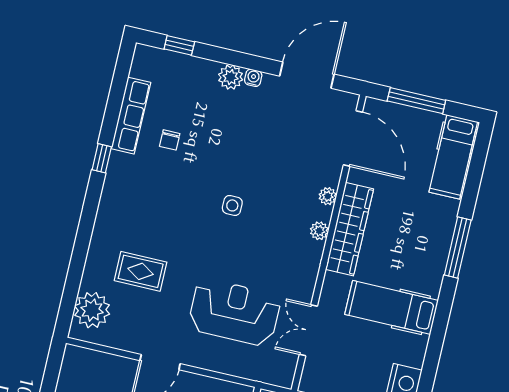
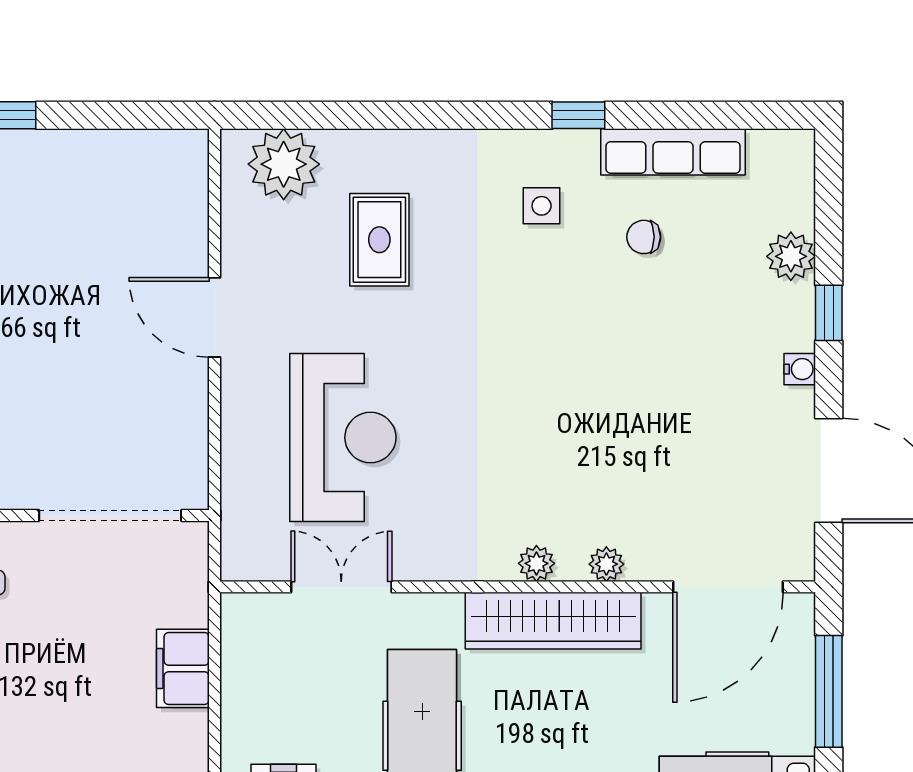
window: (179, 45) -> (829, 313), moved
plant: (231, 77) -> (791, 256), moved
side table: (232, 205) -> (542, 206), moved

